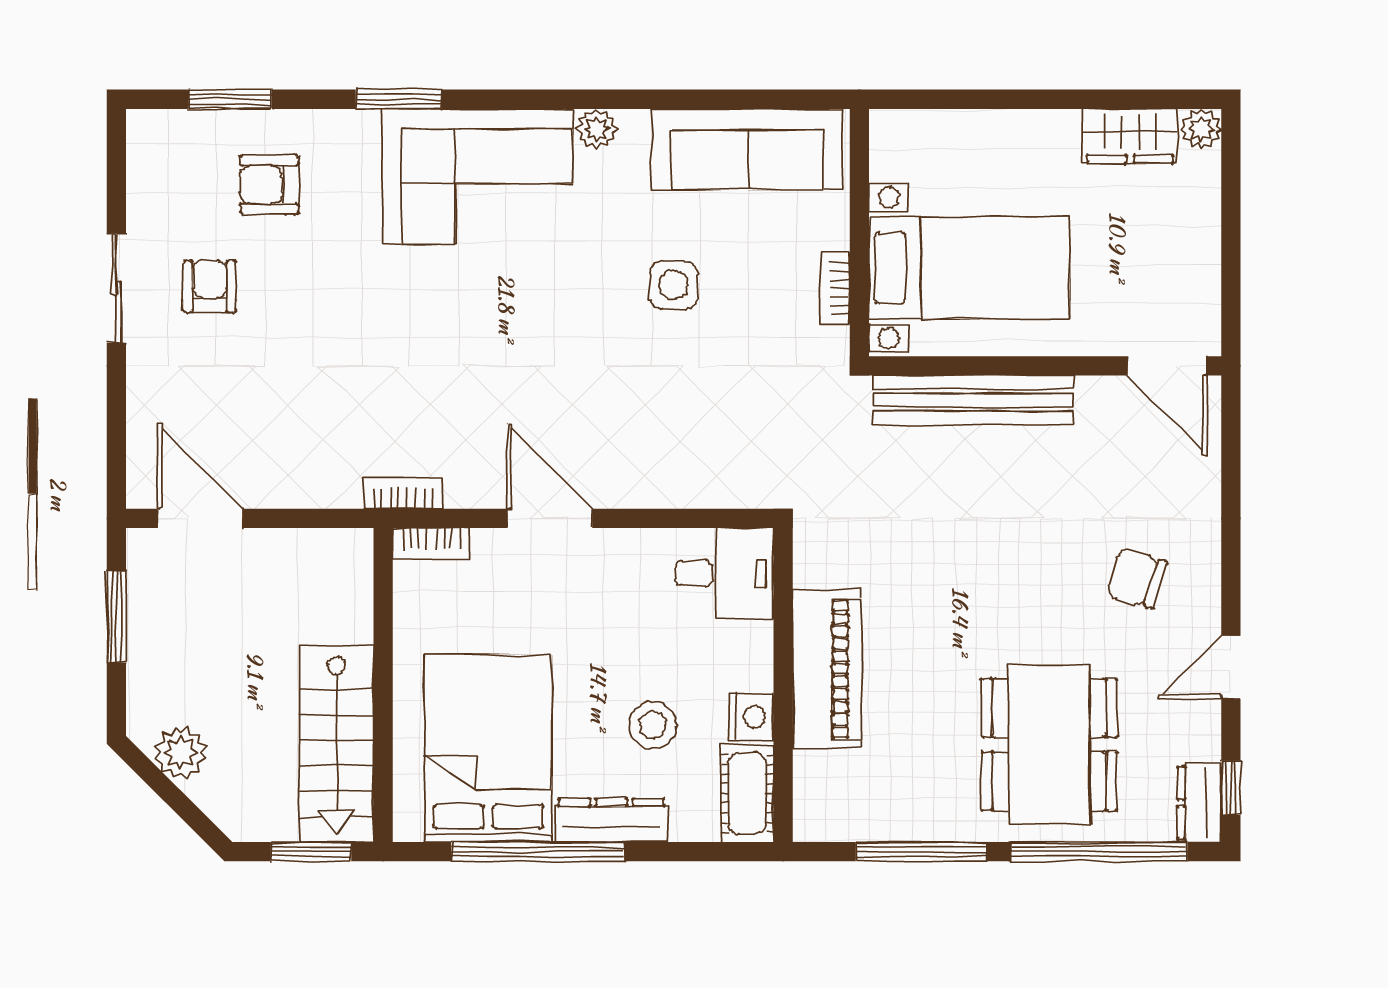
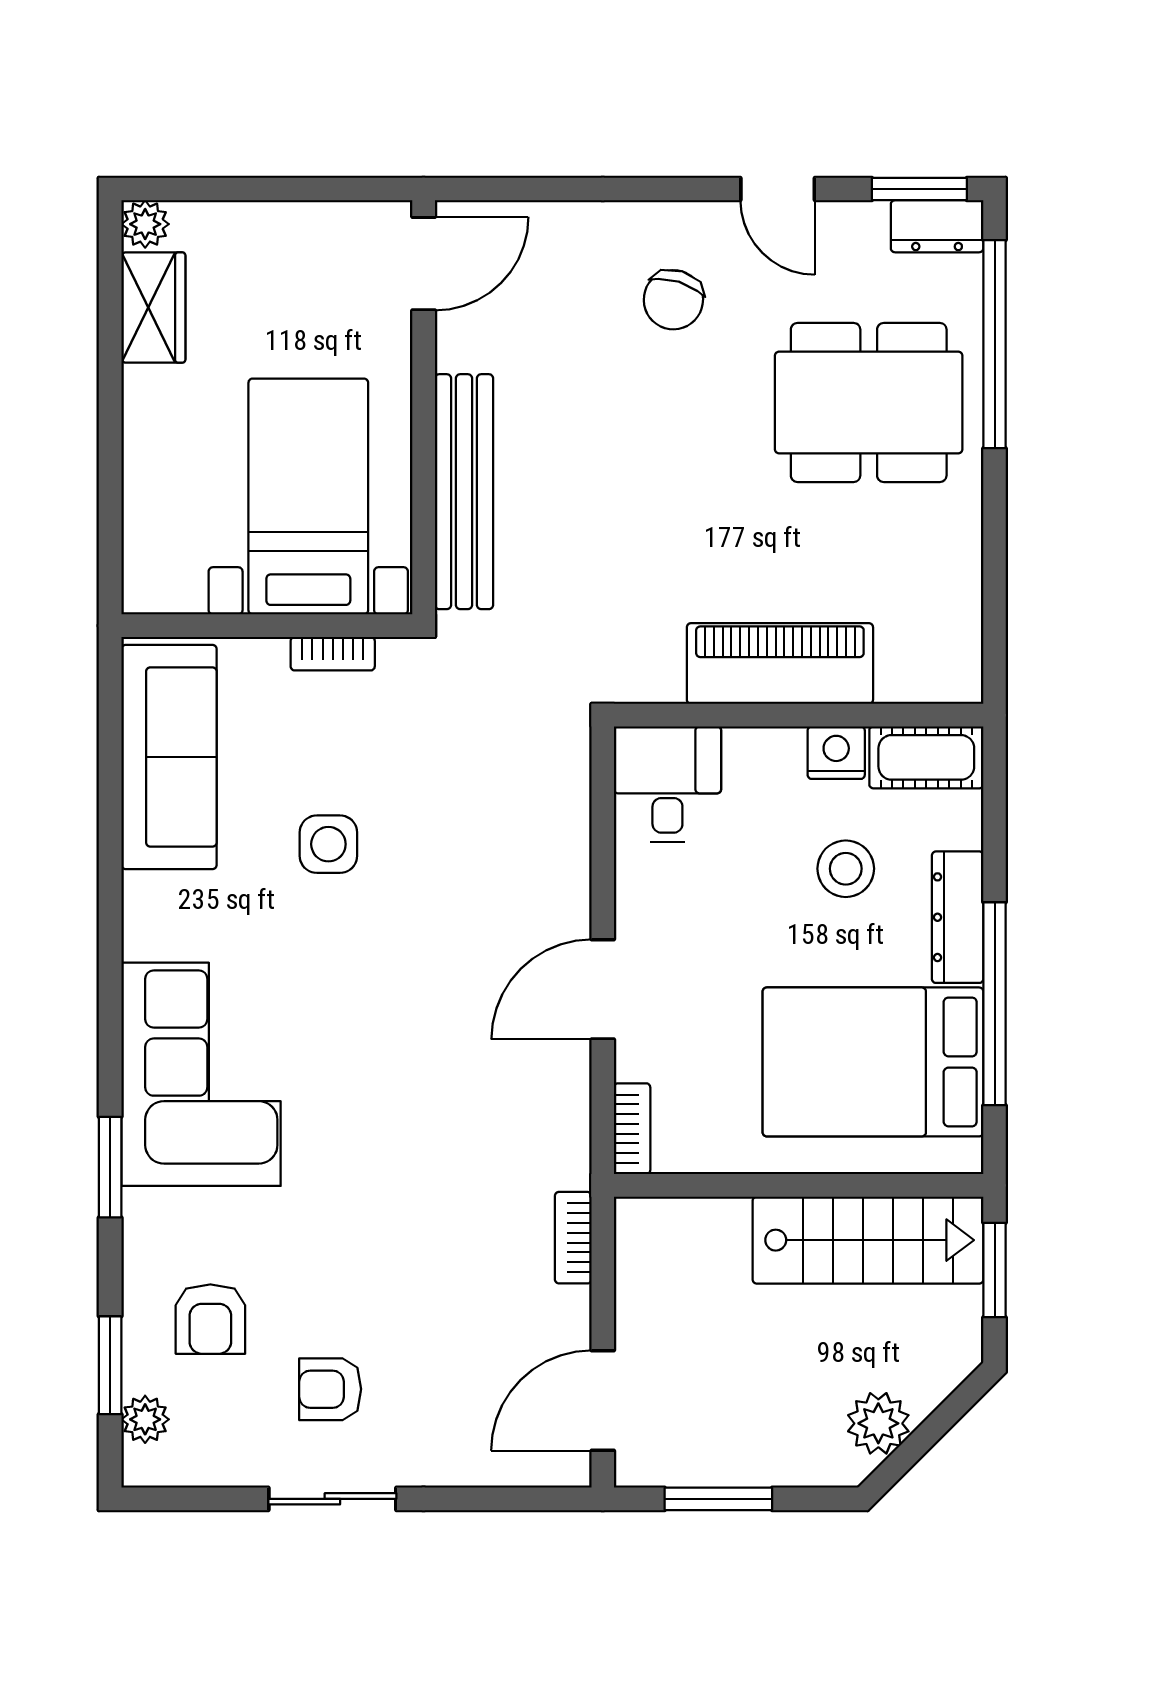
plant: (597, 129) -> (145, 1419), moved
bookcase: (403, 493) -> (573, 1238), moved
window: (1231, 788) -> (919, 189), width x1.50
window: (921, 852) -> (995, 553), removed

